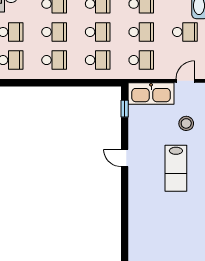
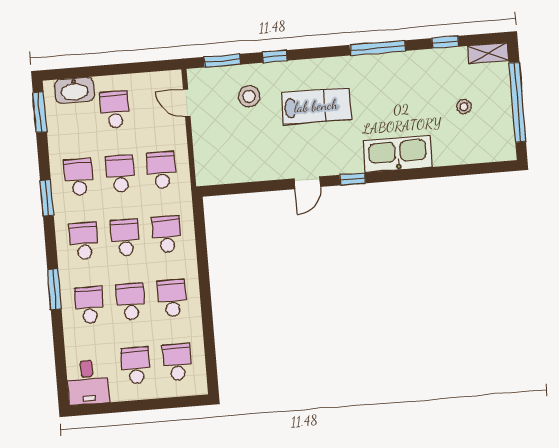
kitchen sink: (151, 94) -> (398, 154), moved, turned -90
window: (125, 109) -> (353, 179), moved

